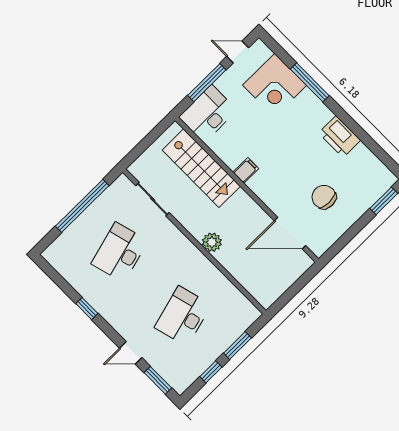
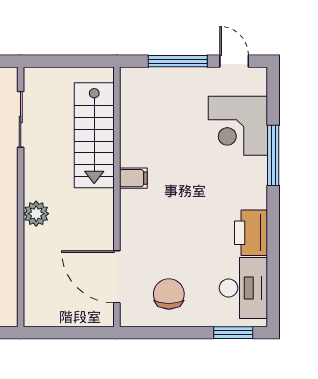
desk: (208, 114) -> (243, 288), moved, turned 90
chair: (324, 197) -> (169, 294), moved

